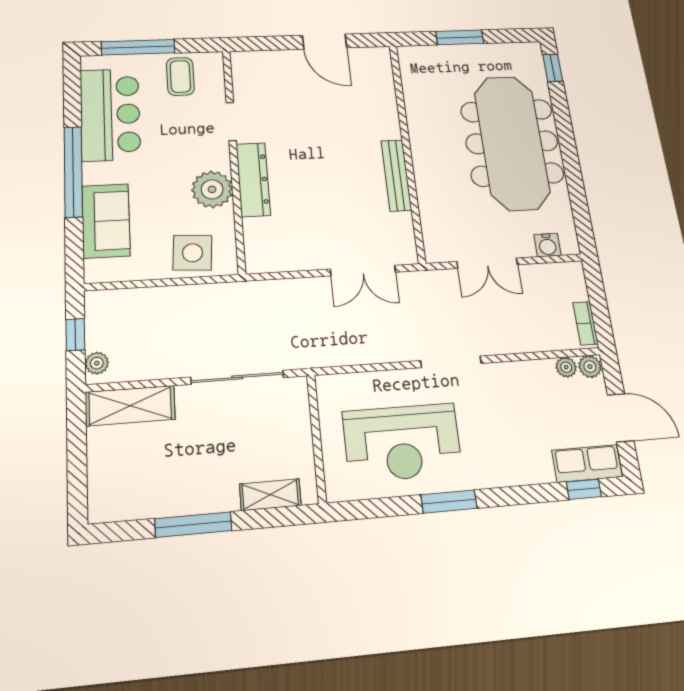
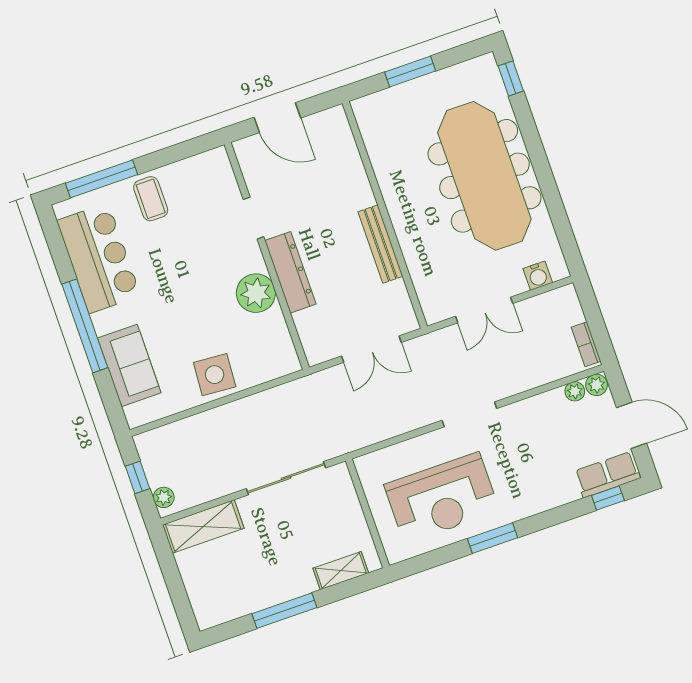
doorway: (231, 121) -> (254, 218), moved
wall: (234, 158) -> (267, 256), moved
dresser: (253, 179) -> (290, 272), moved
plant: (212, 189) -> (256, 293), moved

